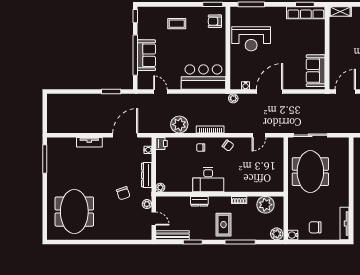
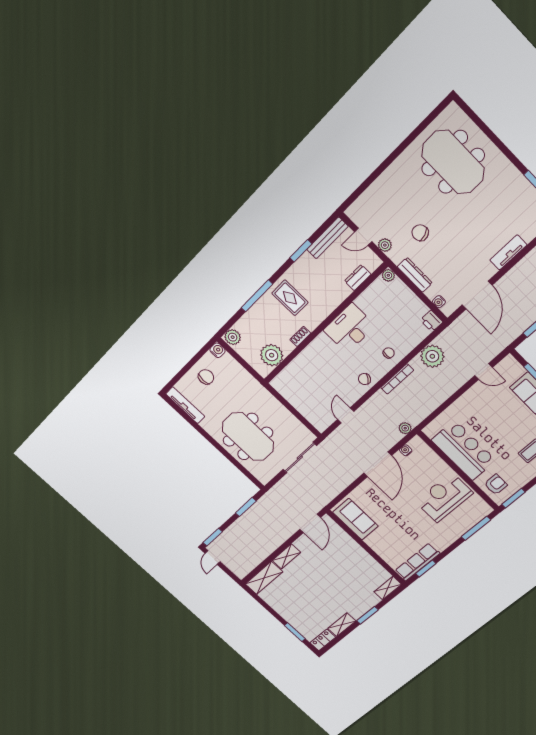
bar counter: (203, 77) -> (464, 450), moved, turned -90
meeting table: (310, 172) -> (248, 437), moved
dresser: (199, 201) -> (358, 278), moved

